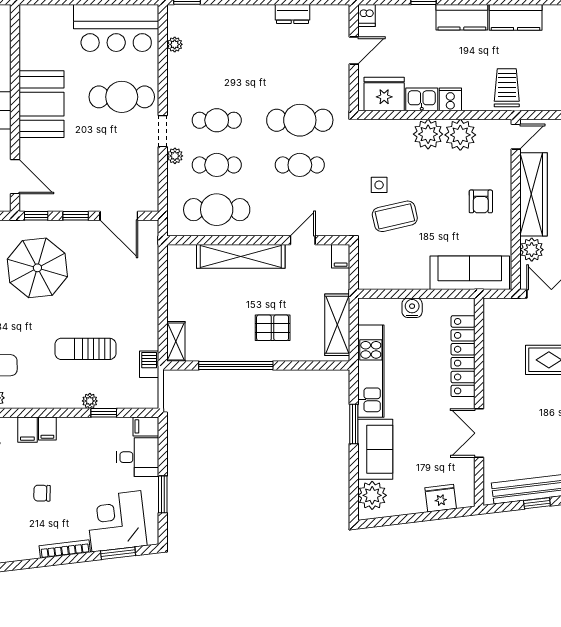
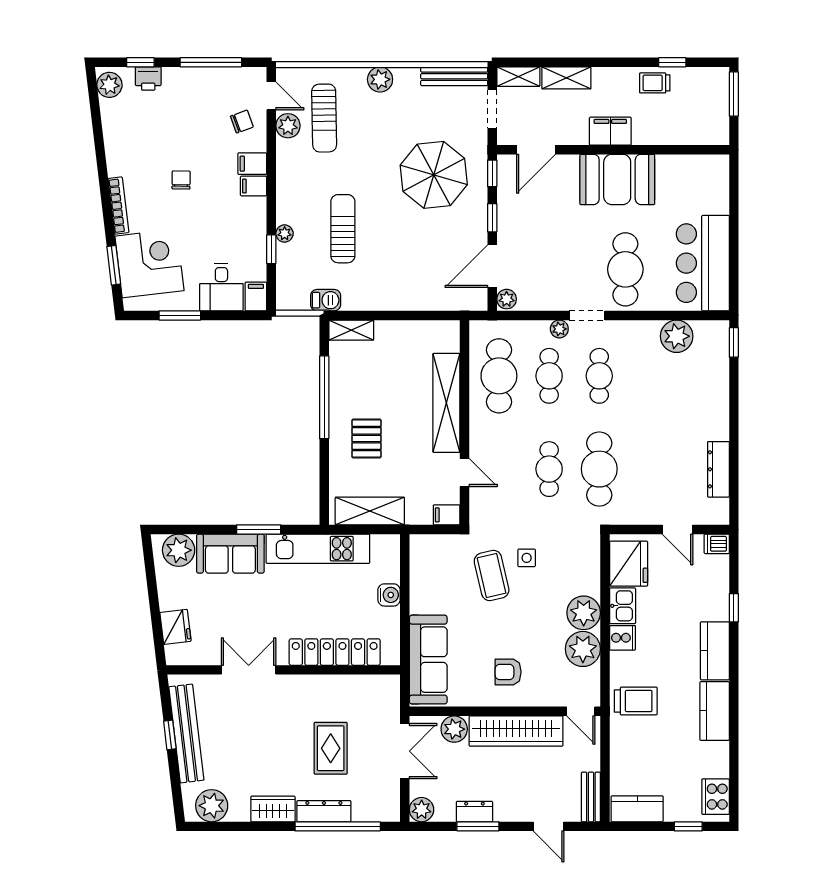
dresser: (293, 14) -> (718, 469), width x1.44
plant: (175, 44) -> (677, 336), width x1.87, depth x1.87
plant: (148, 203) -> (507, 299), added

